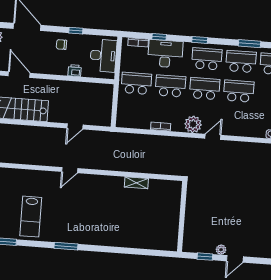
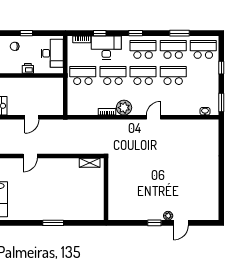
plant: (193, 124) -> (124, 108), moved
wall: (182, 216) -> (106, 189), moved
window: (66, 246) -> (53, 223), moved

